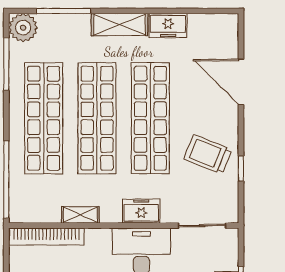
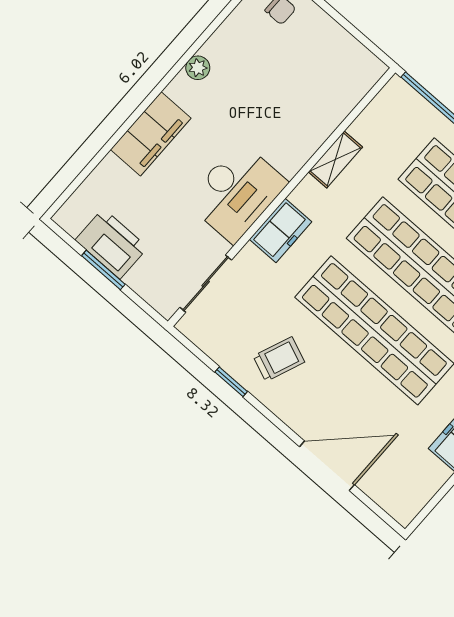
trolley: (208, 154) -> (279, 359), width x0.73, depth x0.72
bookcase: (46, 237) -> (344, 101), removed

